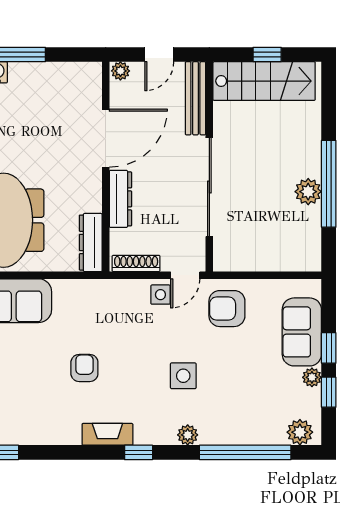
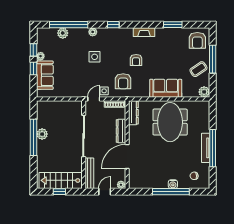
armchair: (227, 309) -> (123, 81), moved, turned 90
plant: (300, 432) -> (63, 33), moved
fireplace: (107, 434) -> (144, 32), moved

